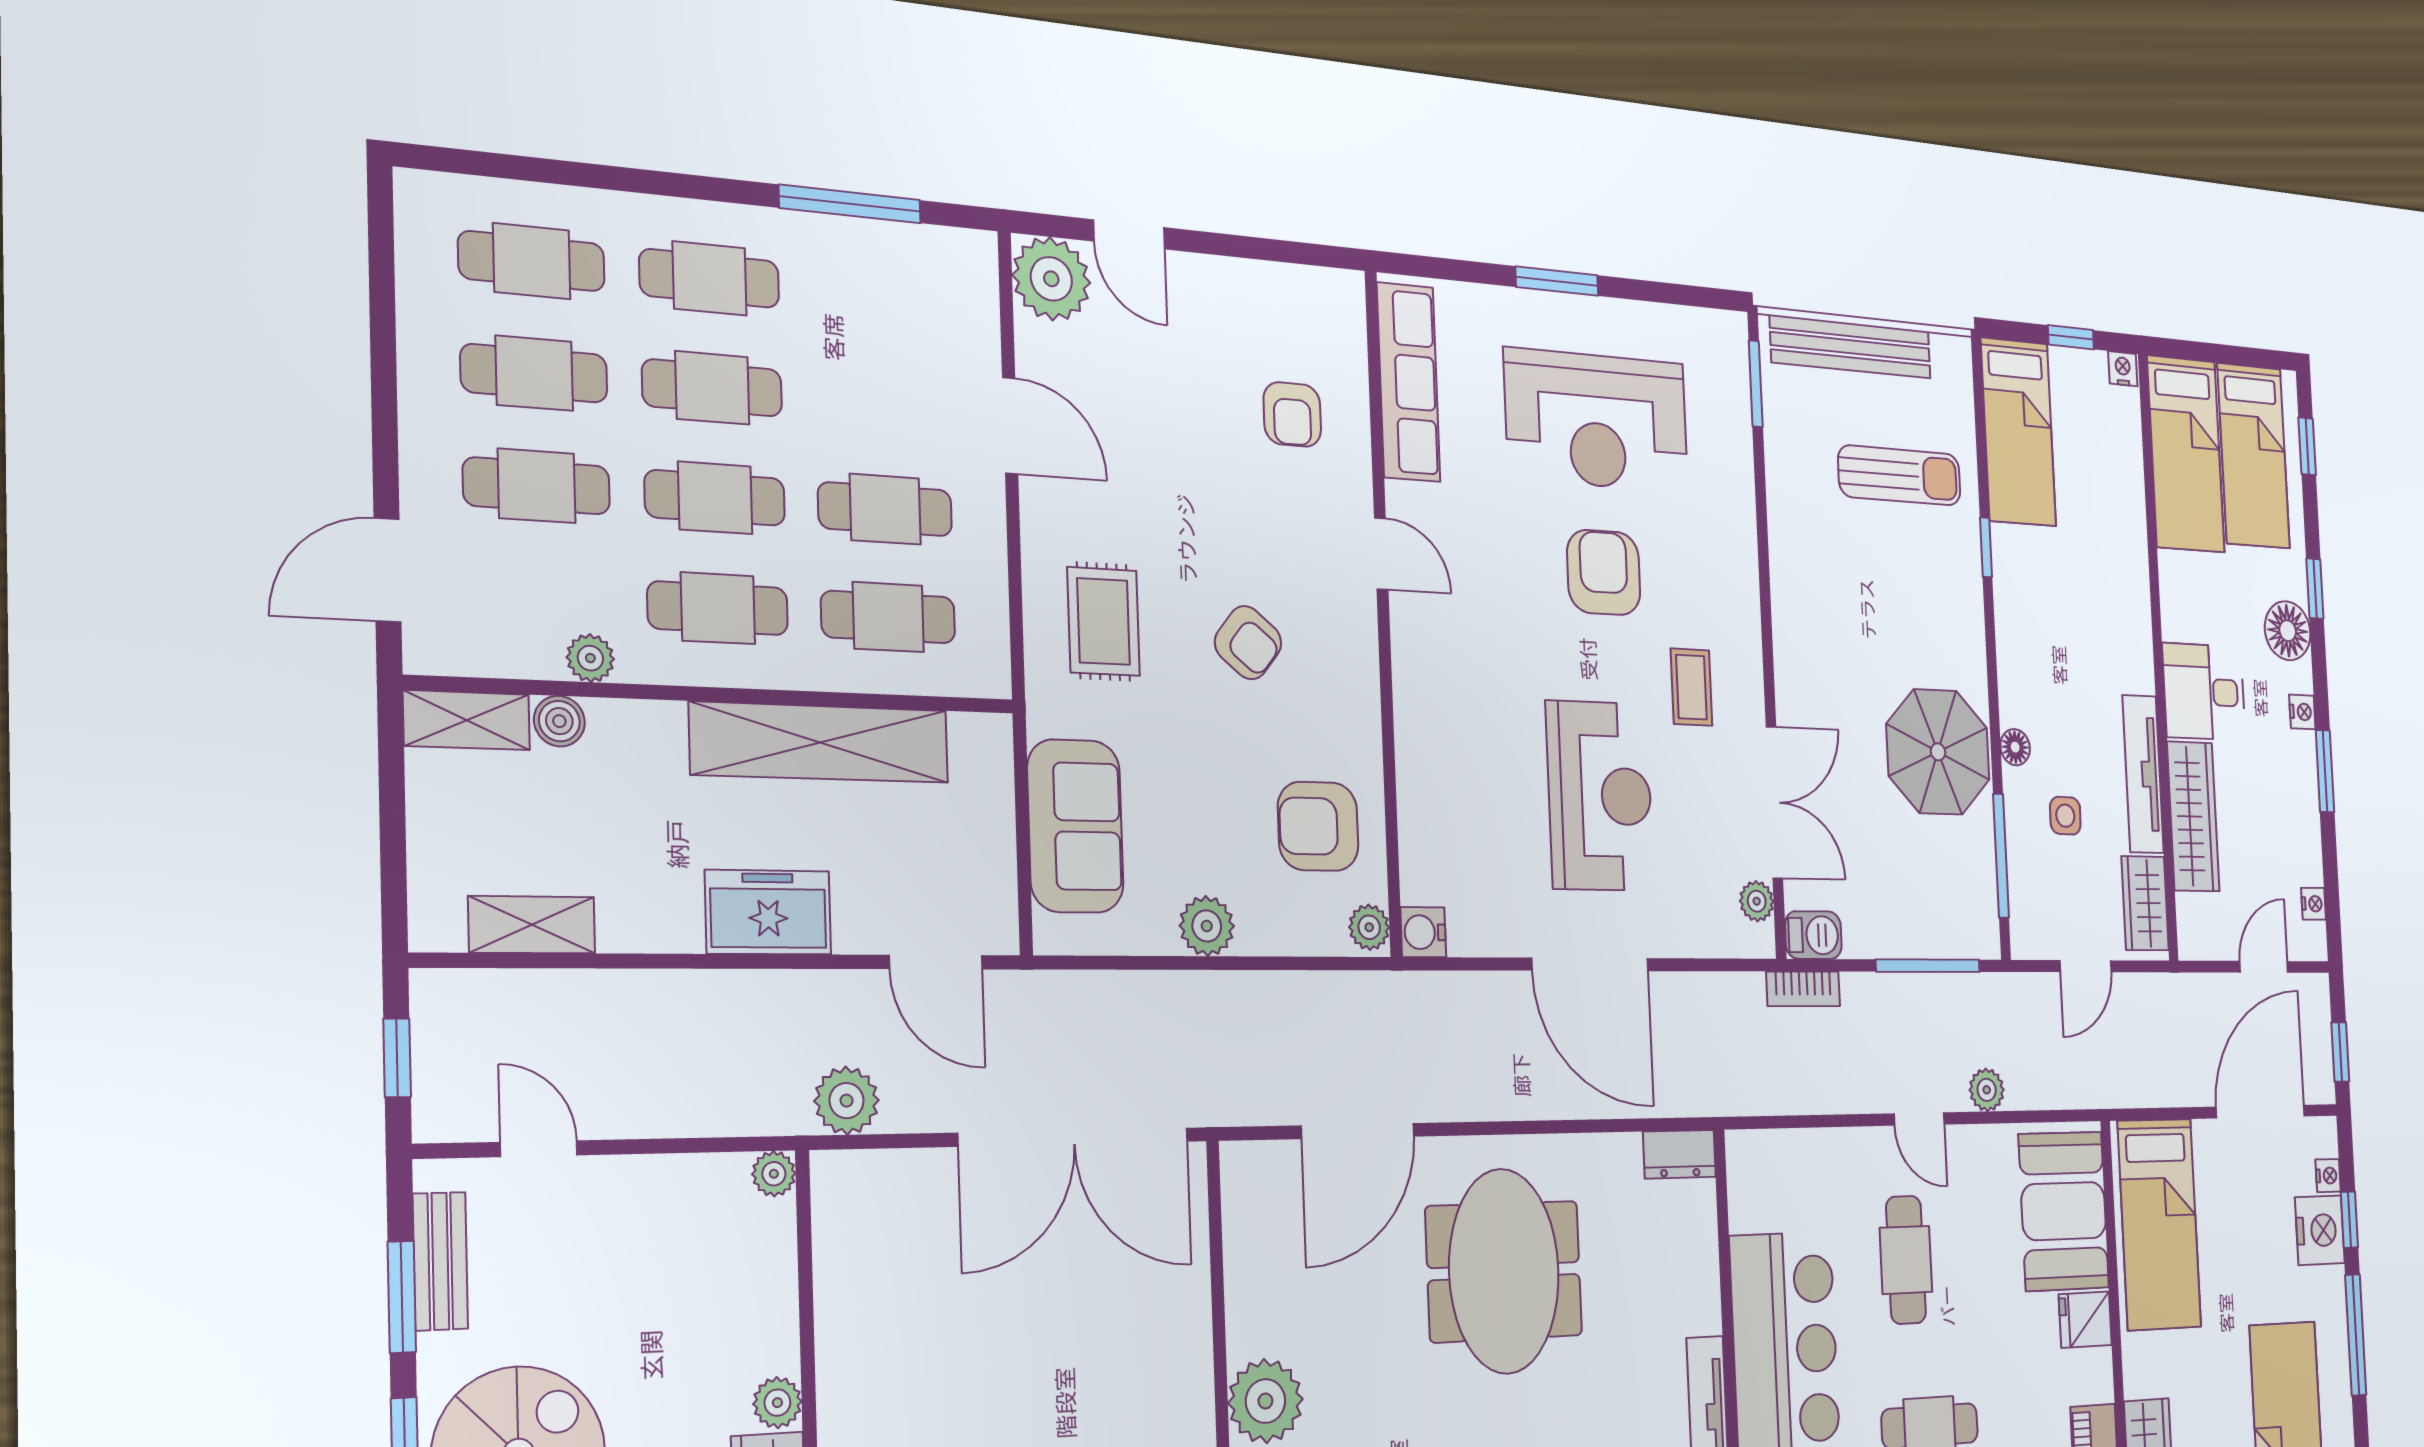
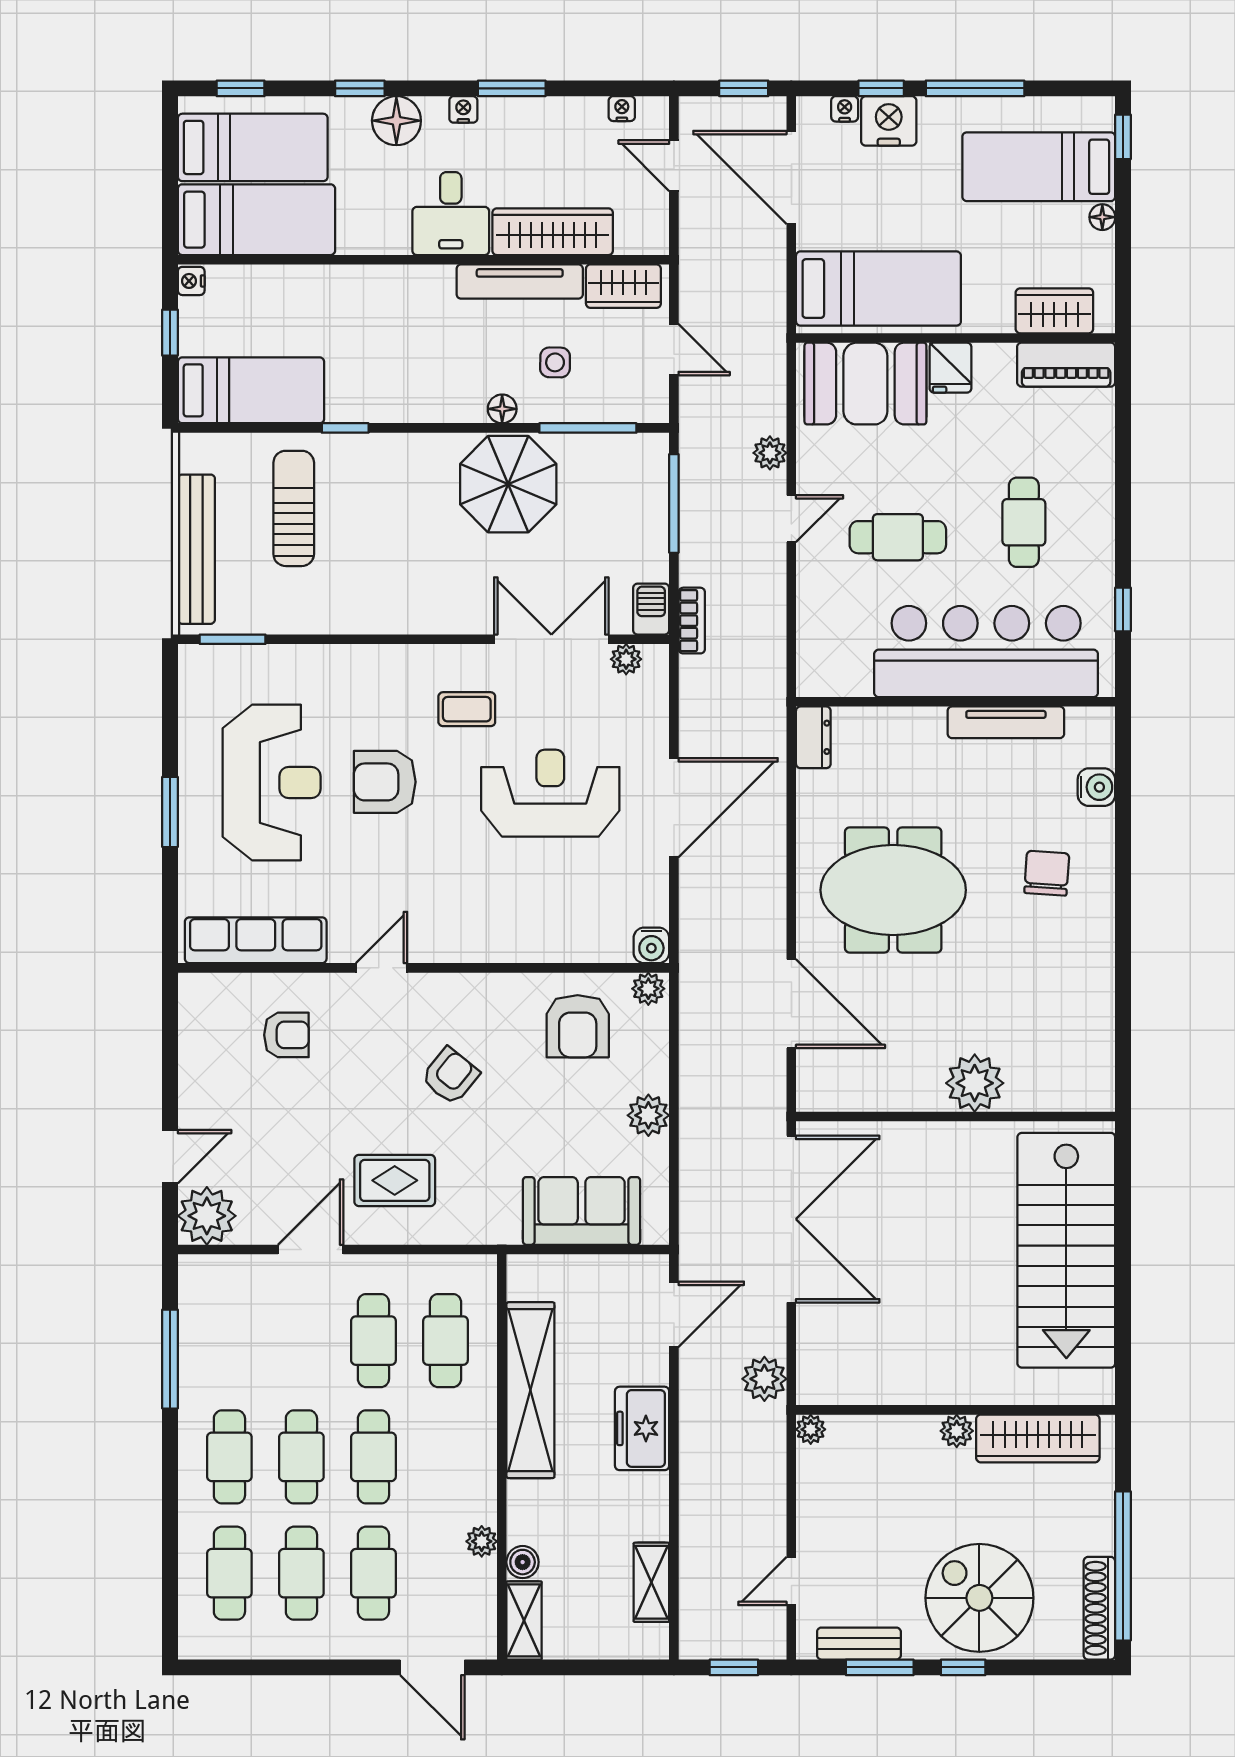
cafe table: (718, 608) -> (446, 1457), removed
rug: (1103, 621) -> (395, 1180), moved

